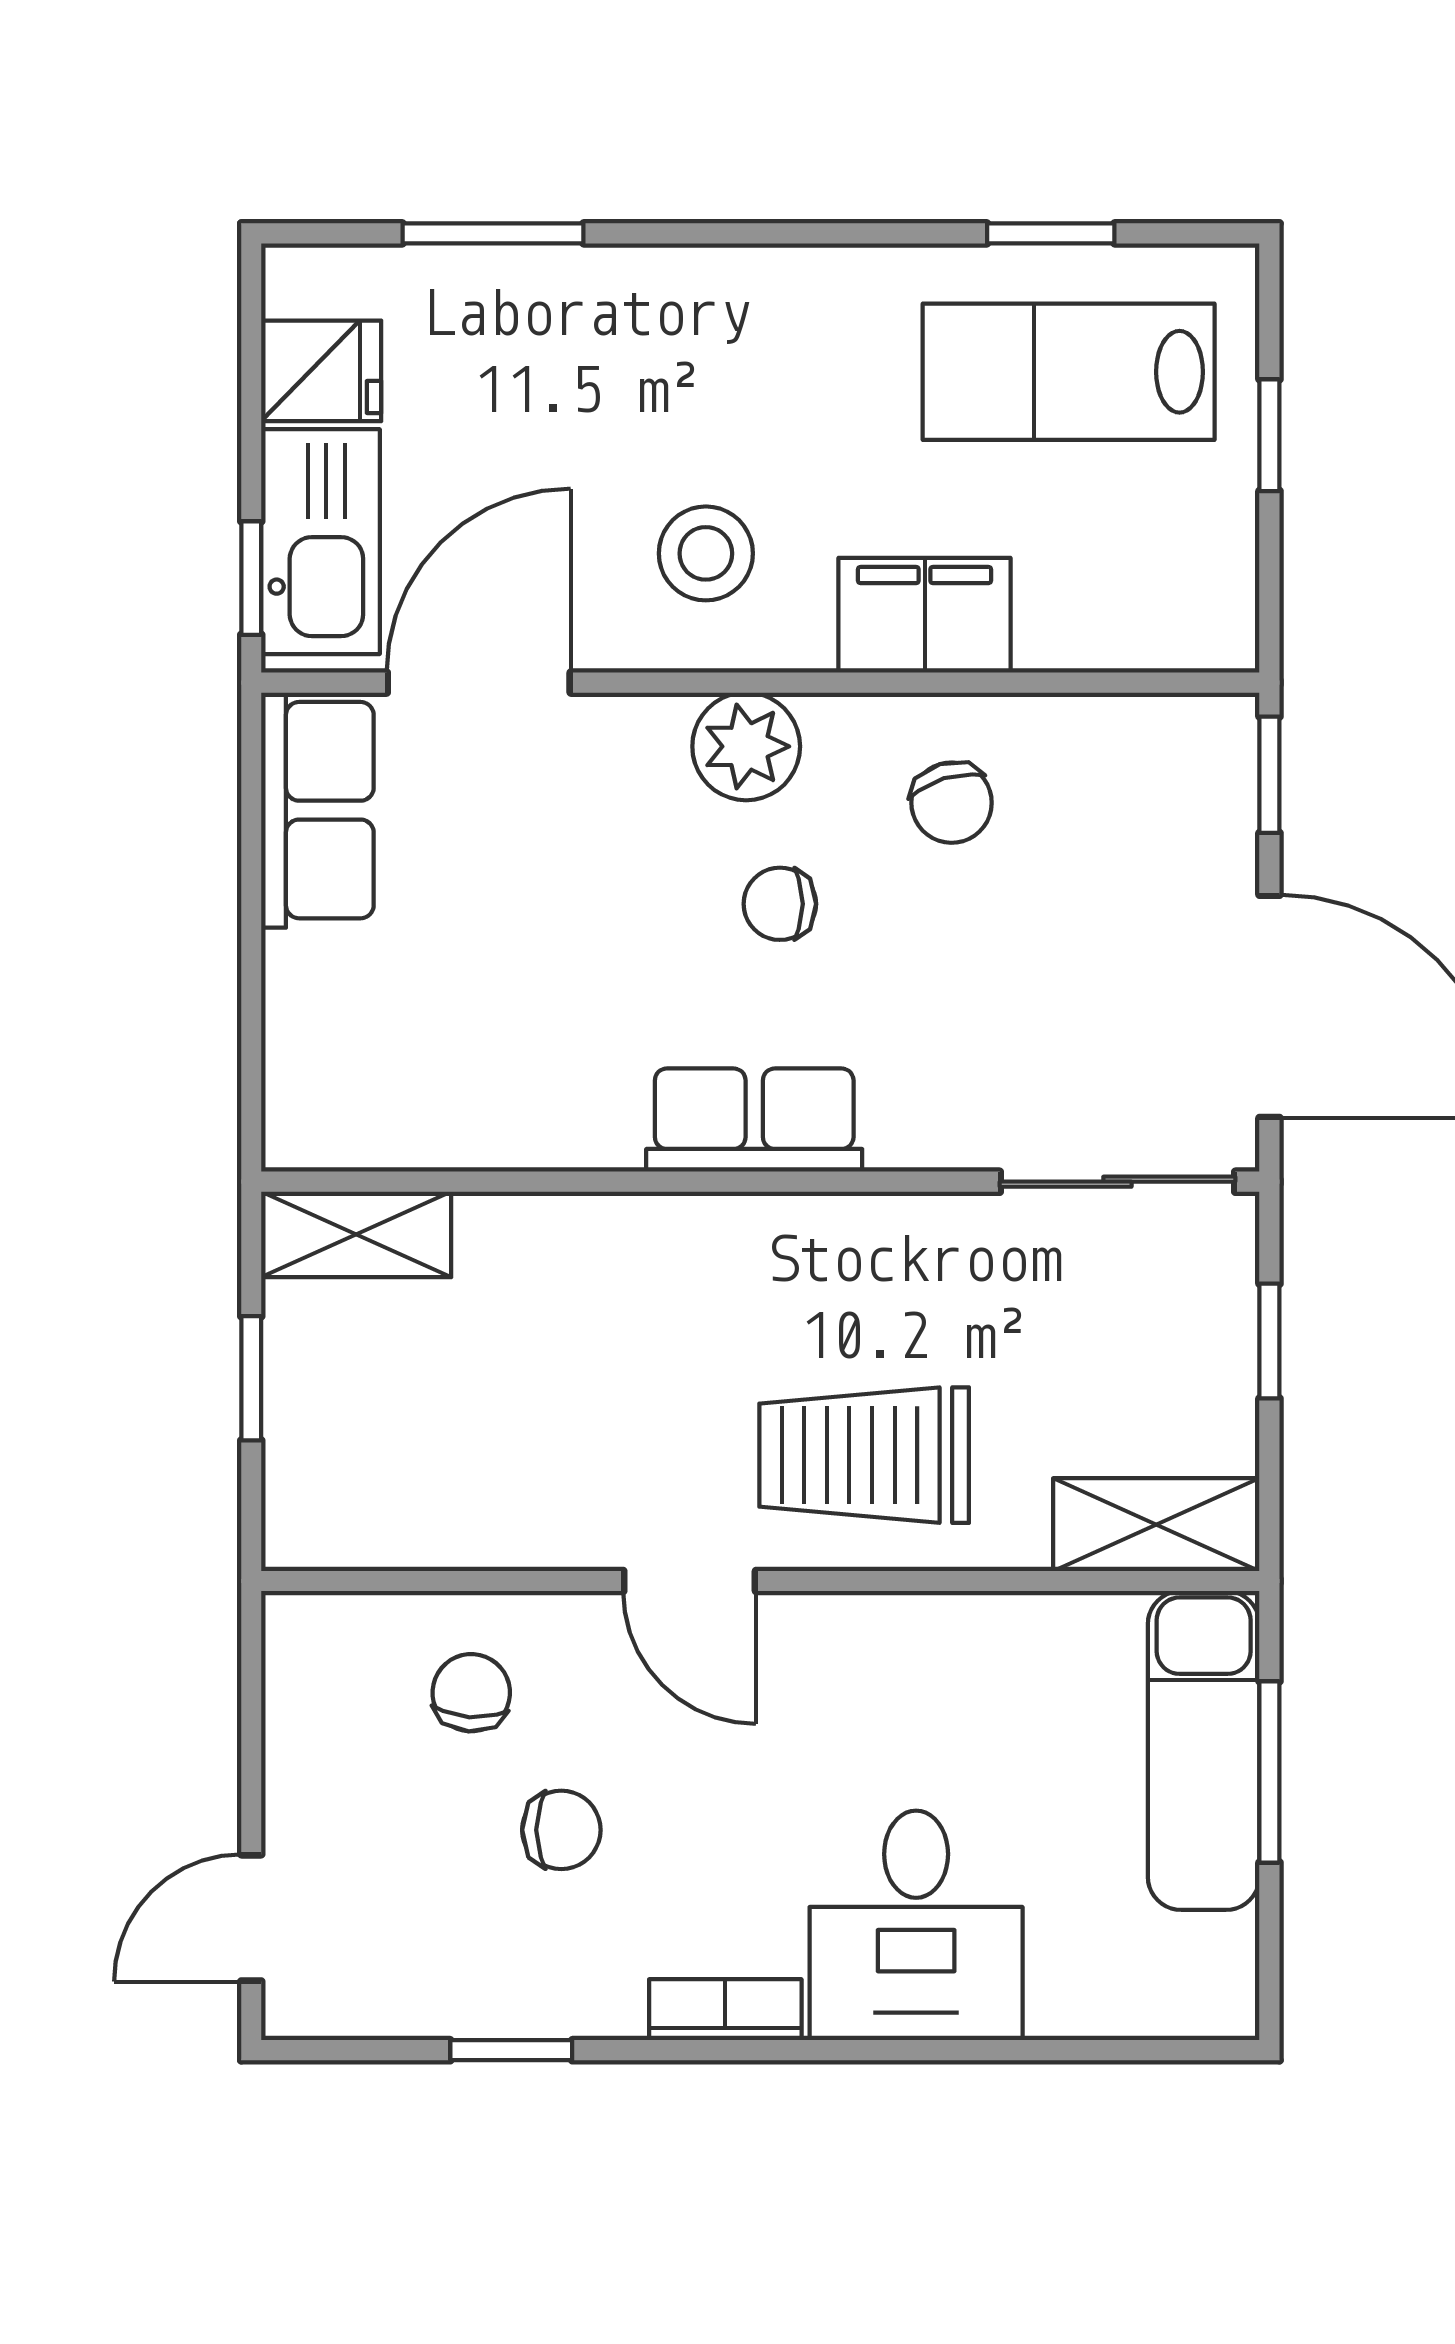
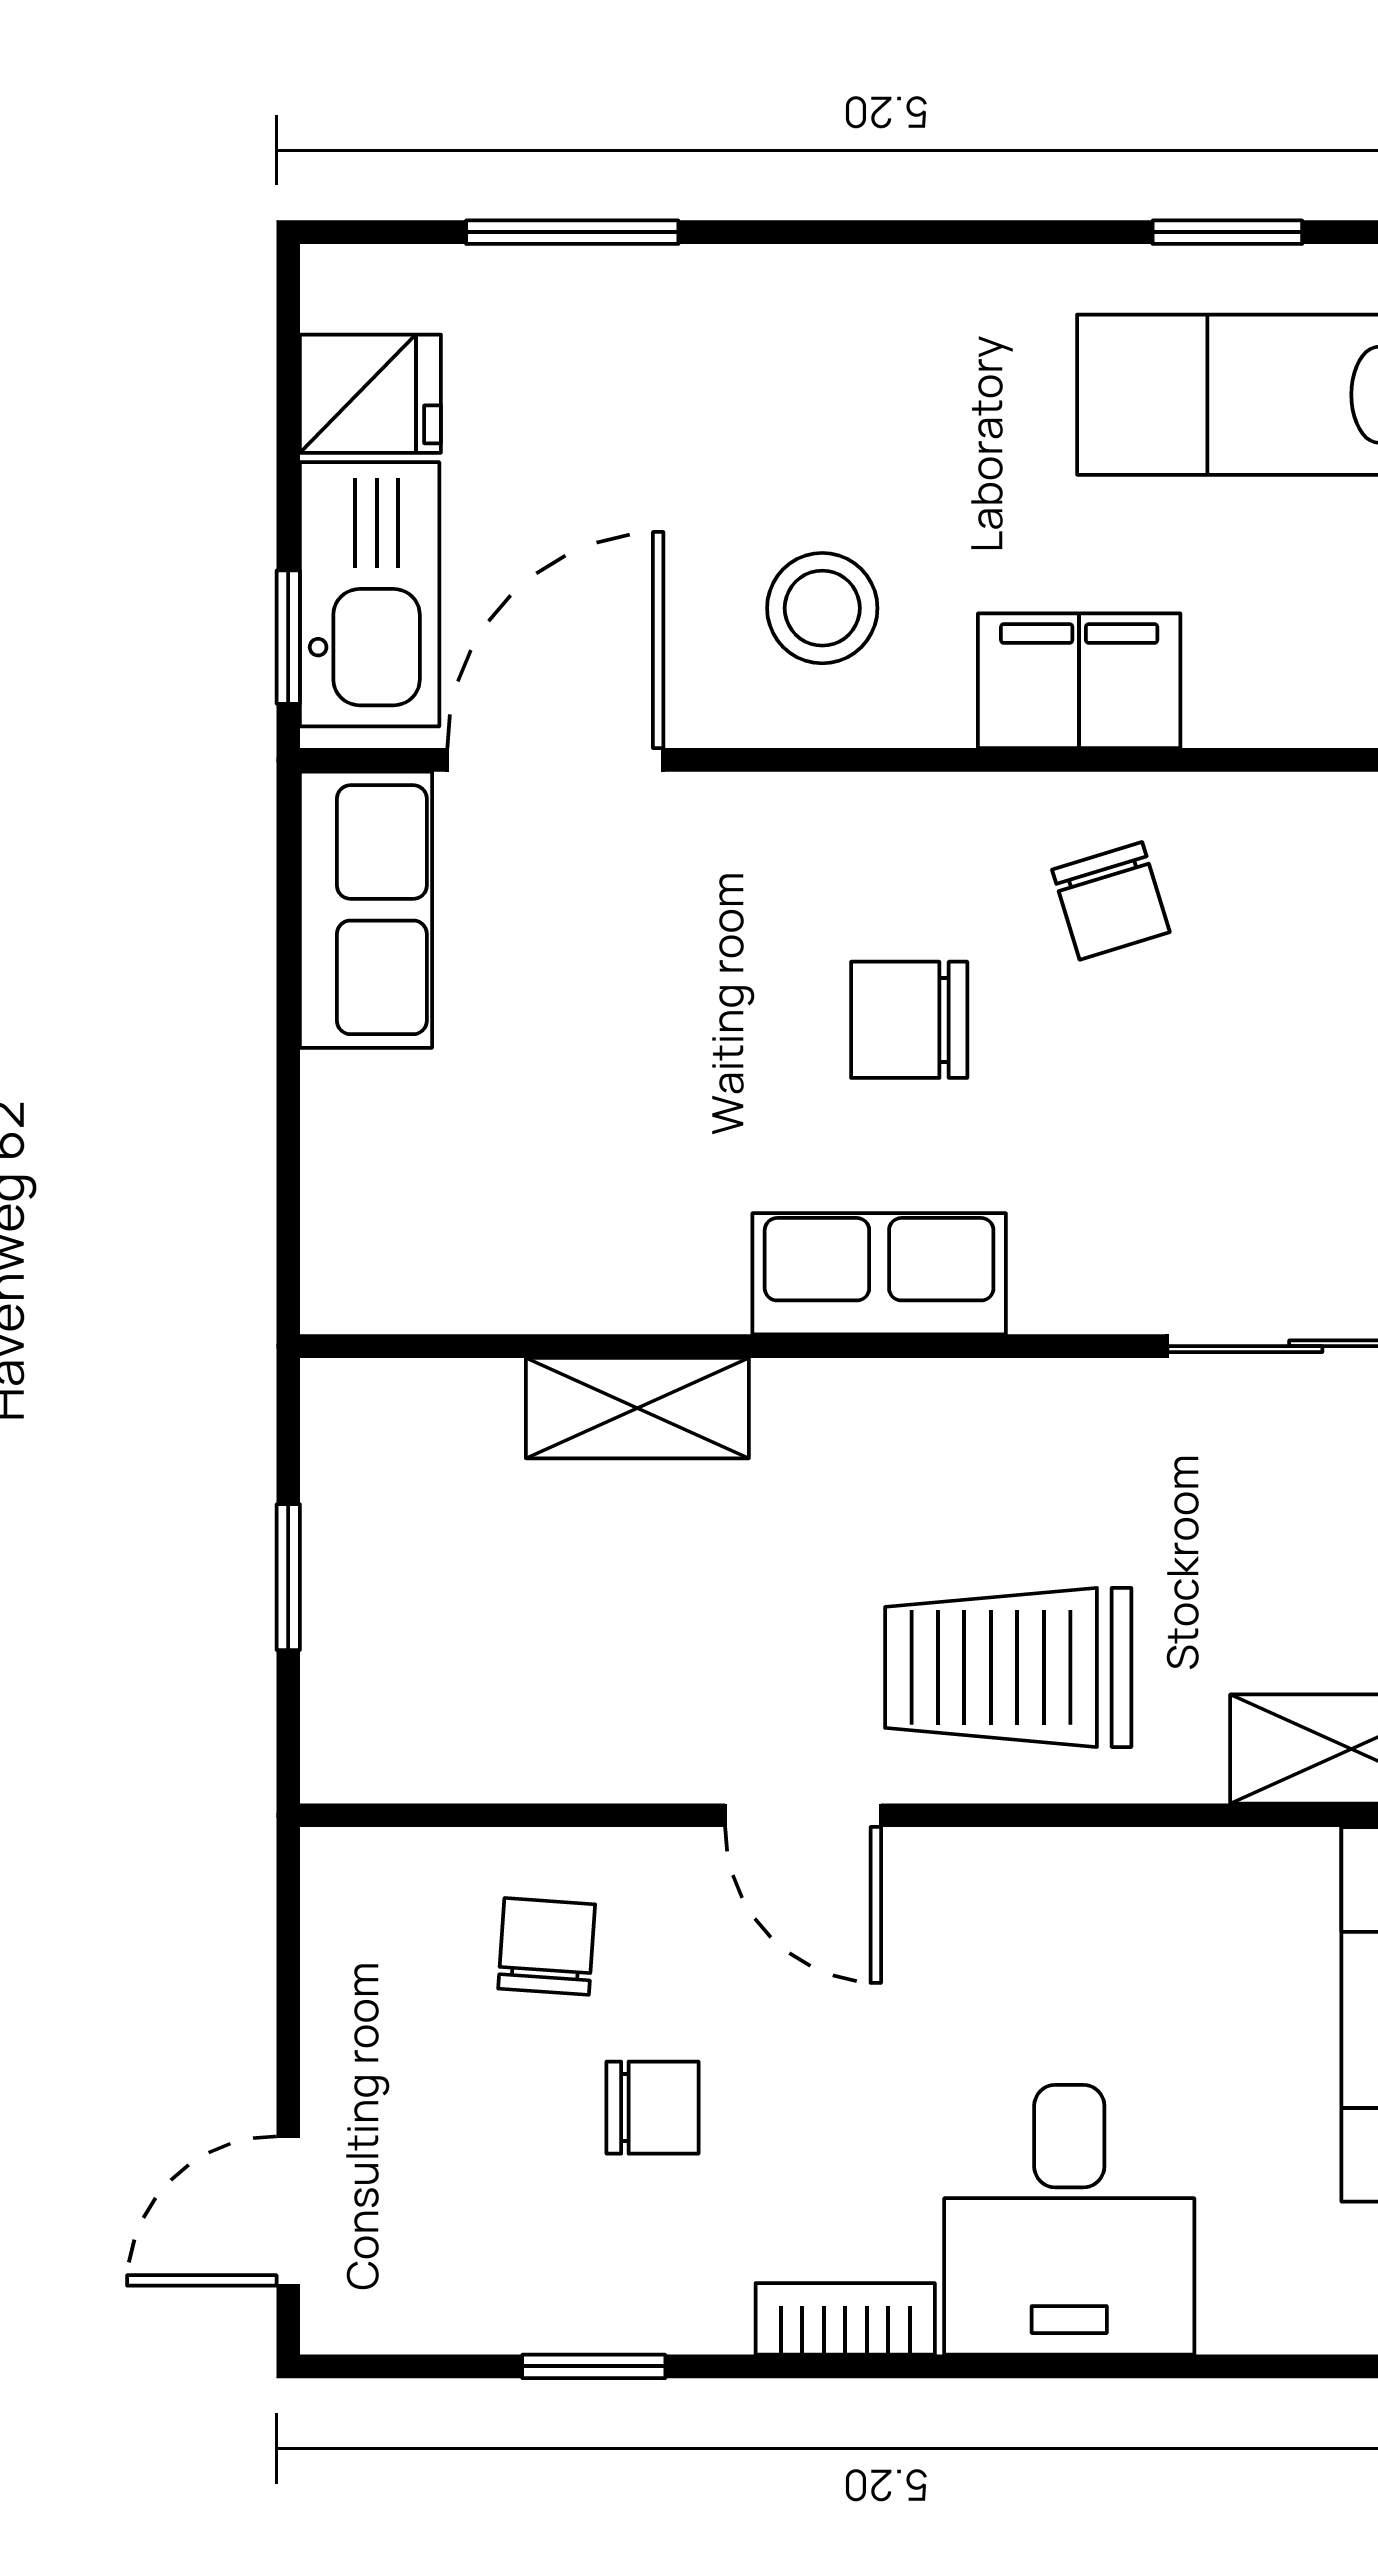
plant: (746, 746) -> (870, 835), removed
chair: (780, 904) -> (909, 1020), width x1.37, depth x1.37
shelving: (356, 1234) -> (637, 1408), moved

